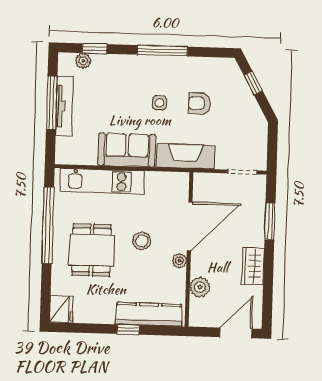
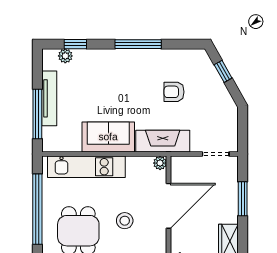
window: (52, 103) -> (37, 114), moved
side table: (160, 103) -> (137, 92), removed
plant: (179, 261) -> (160, 163), moved

